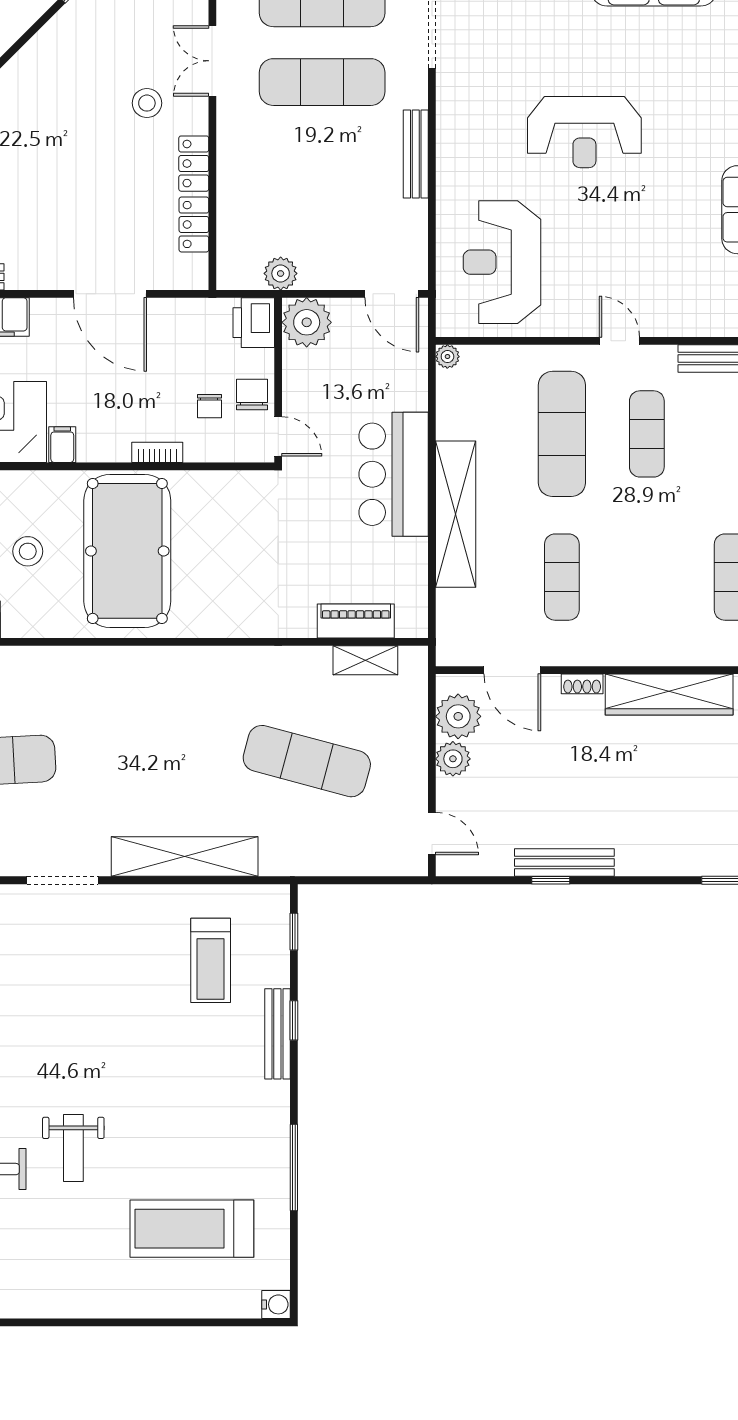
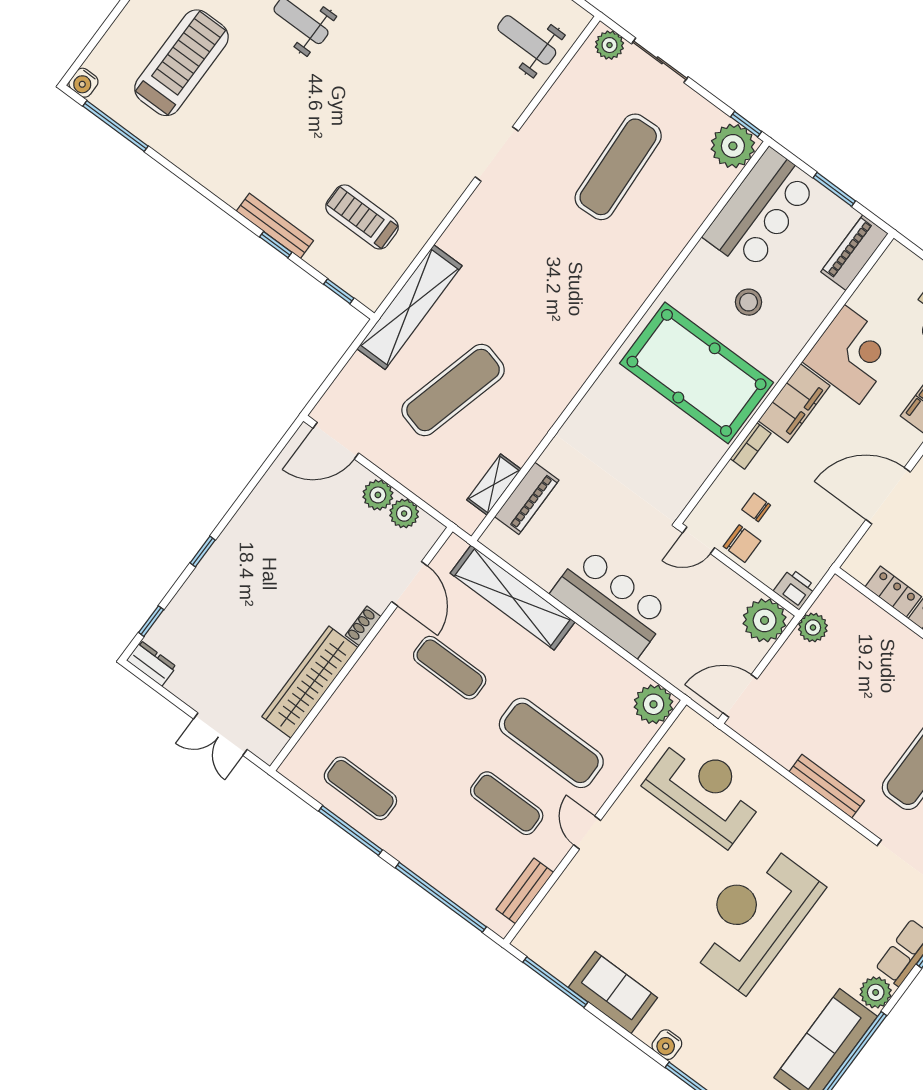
reception desk: (584, 132) -> (754, 917), width x1.36, depth x1.30
printer: (254, 323) -> (795, 589), width x0.73, depth x0.81
door: (619, 341) -> (587, 833), swing flipped
plant: (447, 357) -> (654, 704), width x1.87, depth x1.87
filing cabinet: (62, 445) -> (794, 403), width x3.00, depth x1.17
shelving: (456, 514) -> (513, 598), moved
door: (512, 670) -> (410, 584), swing flipped
plant: (458, 716) -> (404, 514), width x0.73, depth x0.73
door: (432, 834) -> (336, 441), width x1.38
shelving: (185, 856) -> (409, 307), moved
bench: (564, 863) -> (246, 520), removed
window: (551, 880) -> (203, 551), moved
window: (294, 1167) -> (115, 126), moved

